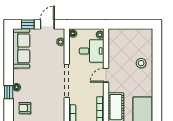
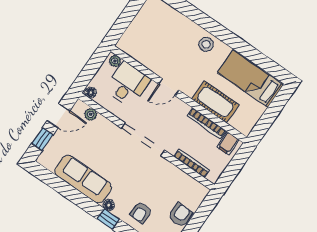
door: (47, 24) -> (58, 116), swing flipped
sofa: (21, 48) -> (83, 179), moved
stool: (141, 63) -> (206, 44), moved
door: (106, 75) -> (169, 87), hinge flipped

